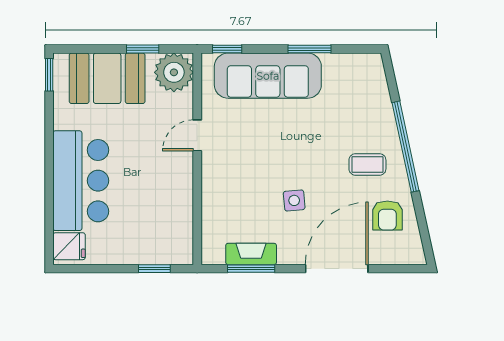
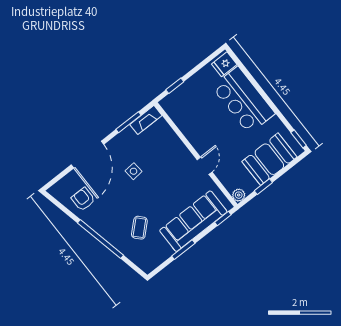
plant: (174, 72) -> (239, 195), width x0.53, depth x0.53
coffee table: (367, 164) -> (139, 228), moved, turned -43
fireplace: (251, 254) -> (146, 120), moved

